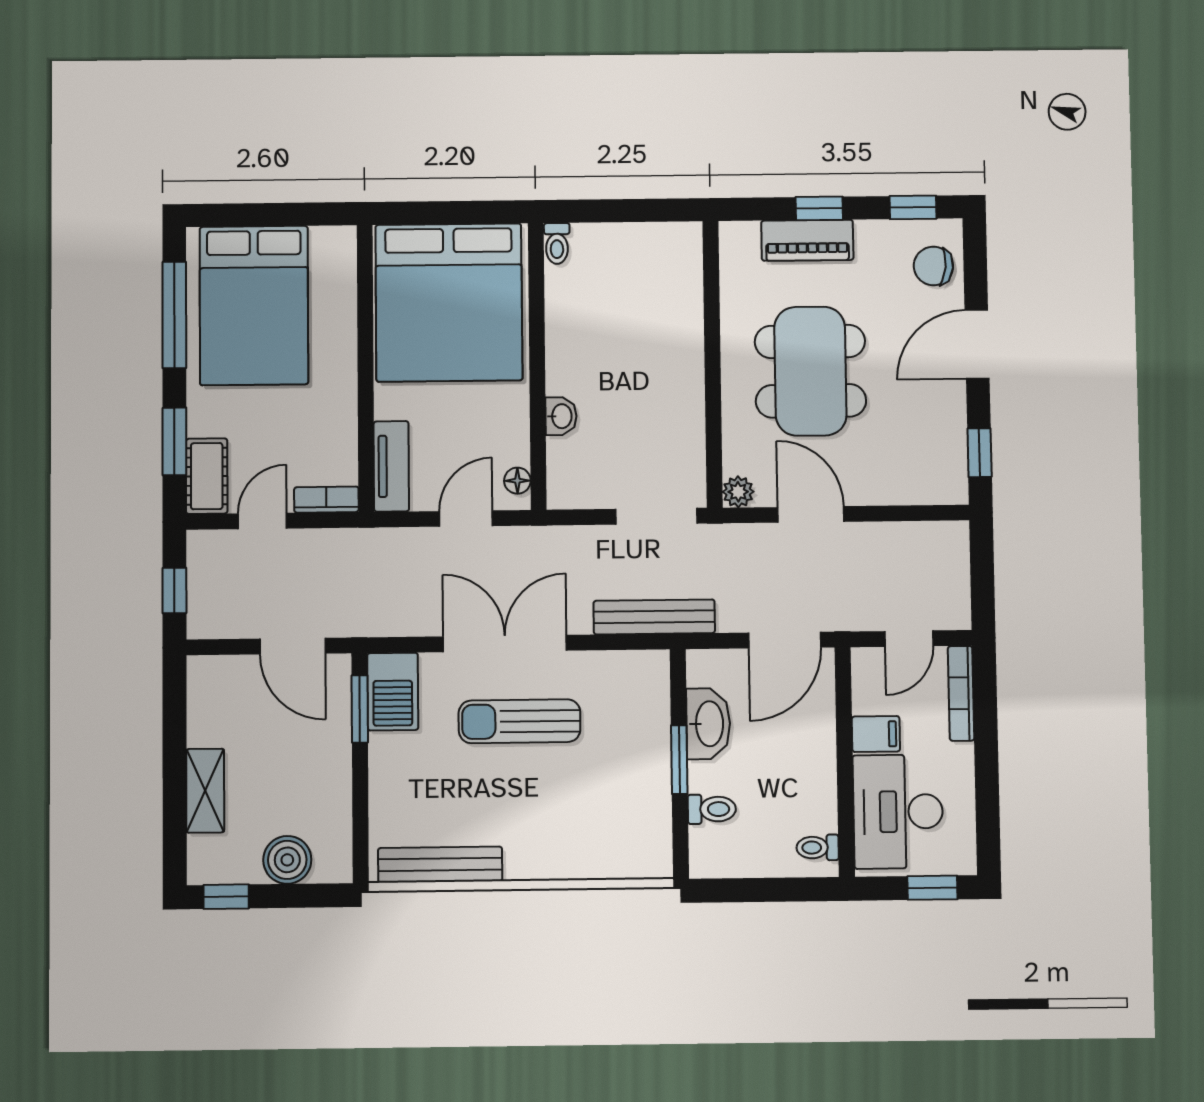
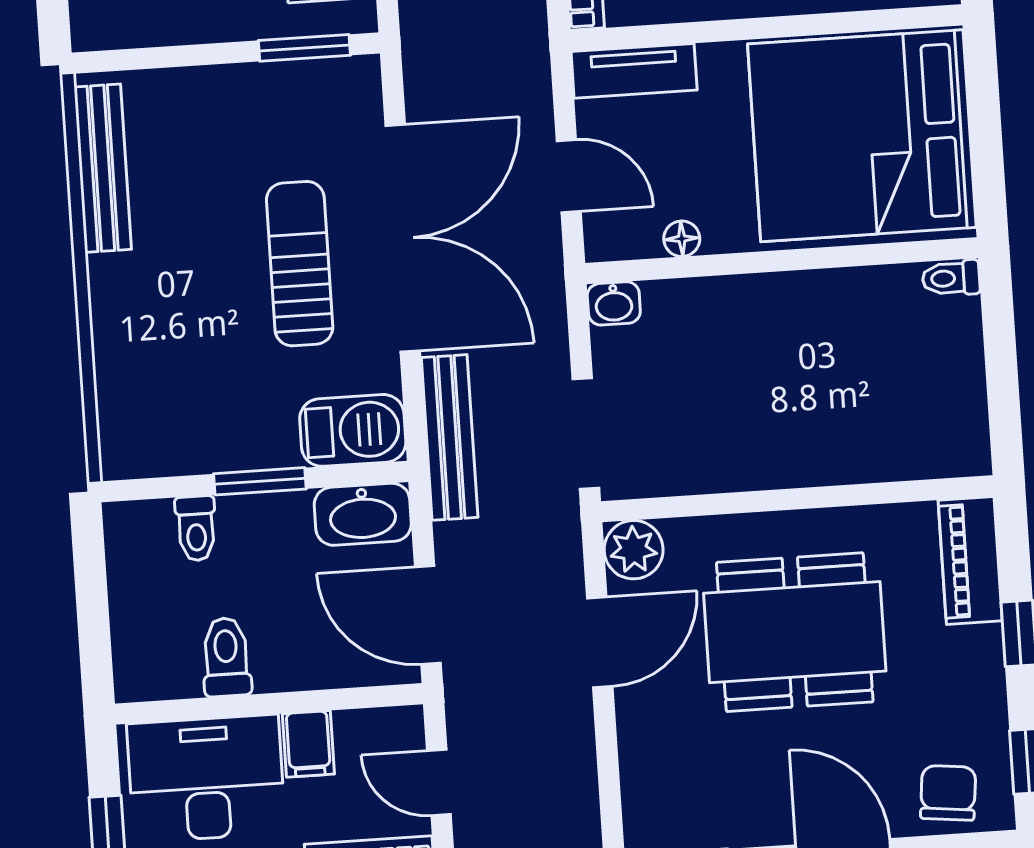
piano: (807, 240) -> (970, 560), moved
washbasin: (561, 416) -> (614, 303), moved
floor lamp: (517, 481) -> (682, 239), moved
plant: (738, 492) -> (634, 550), width x1.38, depth x1.38
double door: (505, 644) -> (403, 238), width x1.36
barbecue: (393, 692) -> (353, 430), moved, turned 180
washbasin: (708, 724) -> (363, 514), moved
toilet: (818, 848) -> (226, 657), moved, width x1.37, depth x1.39

